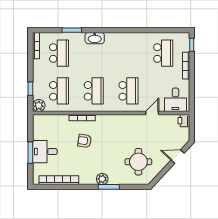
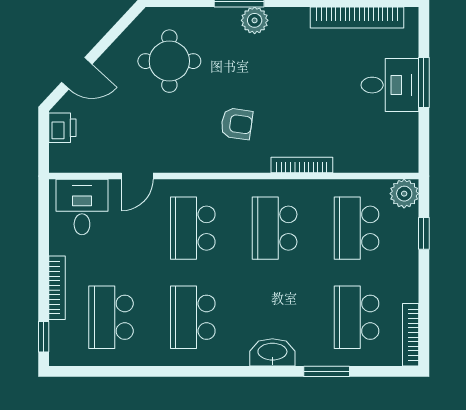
school desk: (128, 53) -> (193, 317), added
printer: (184, 121) -> (62, 128), moved
armchair: (85, 141) -> (237, 124), moved

